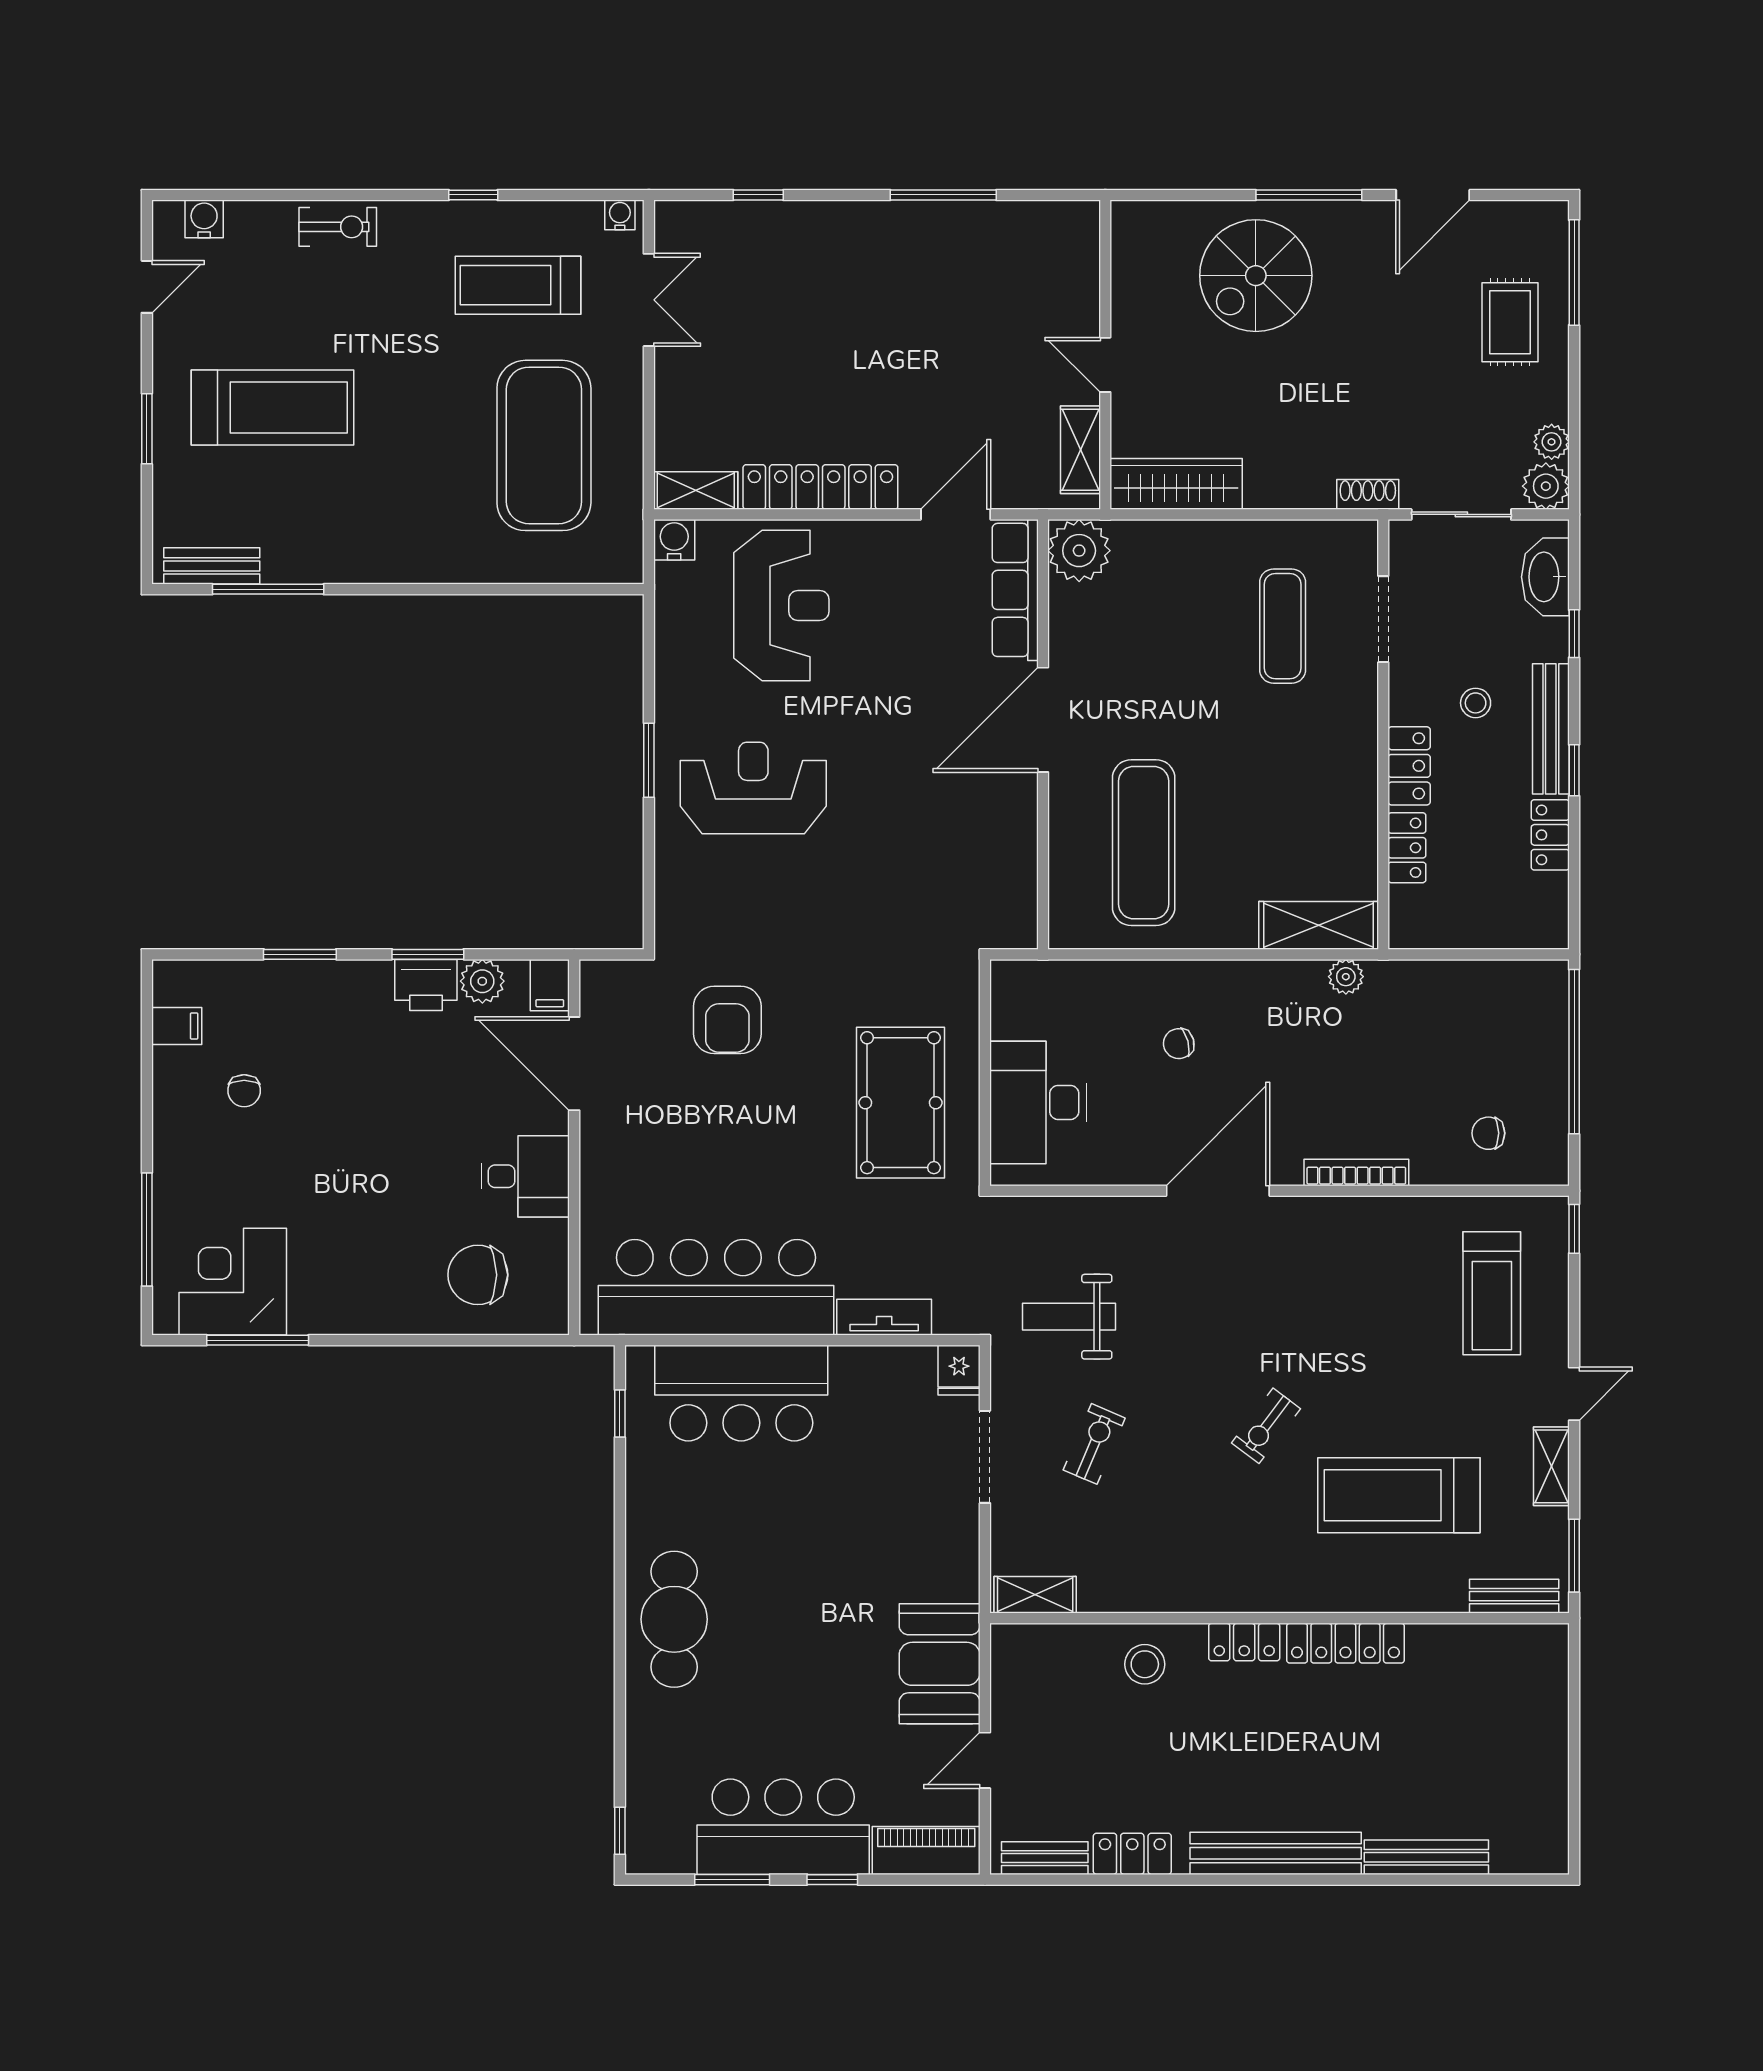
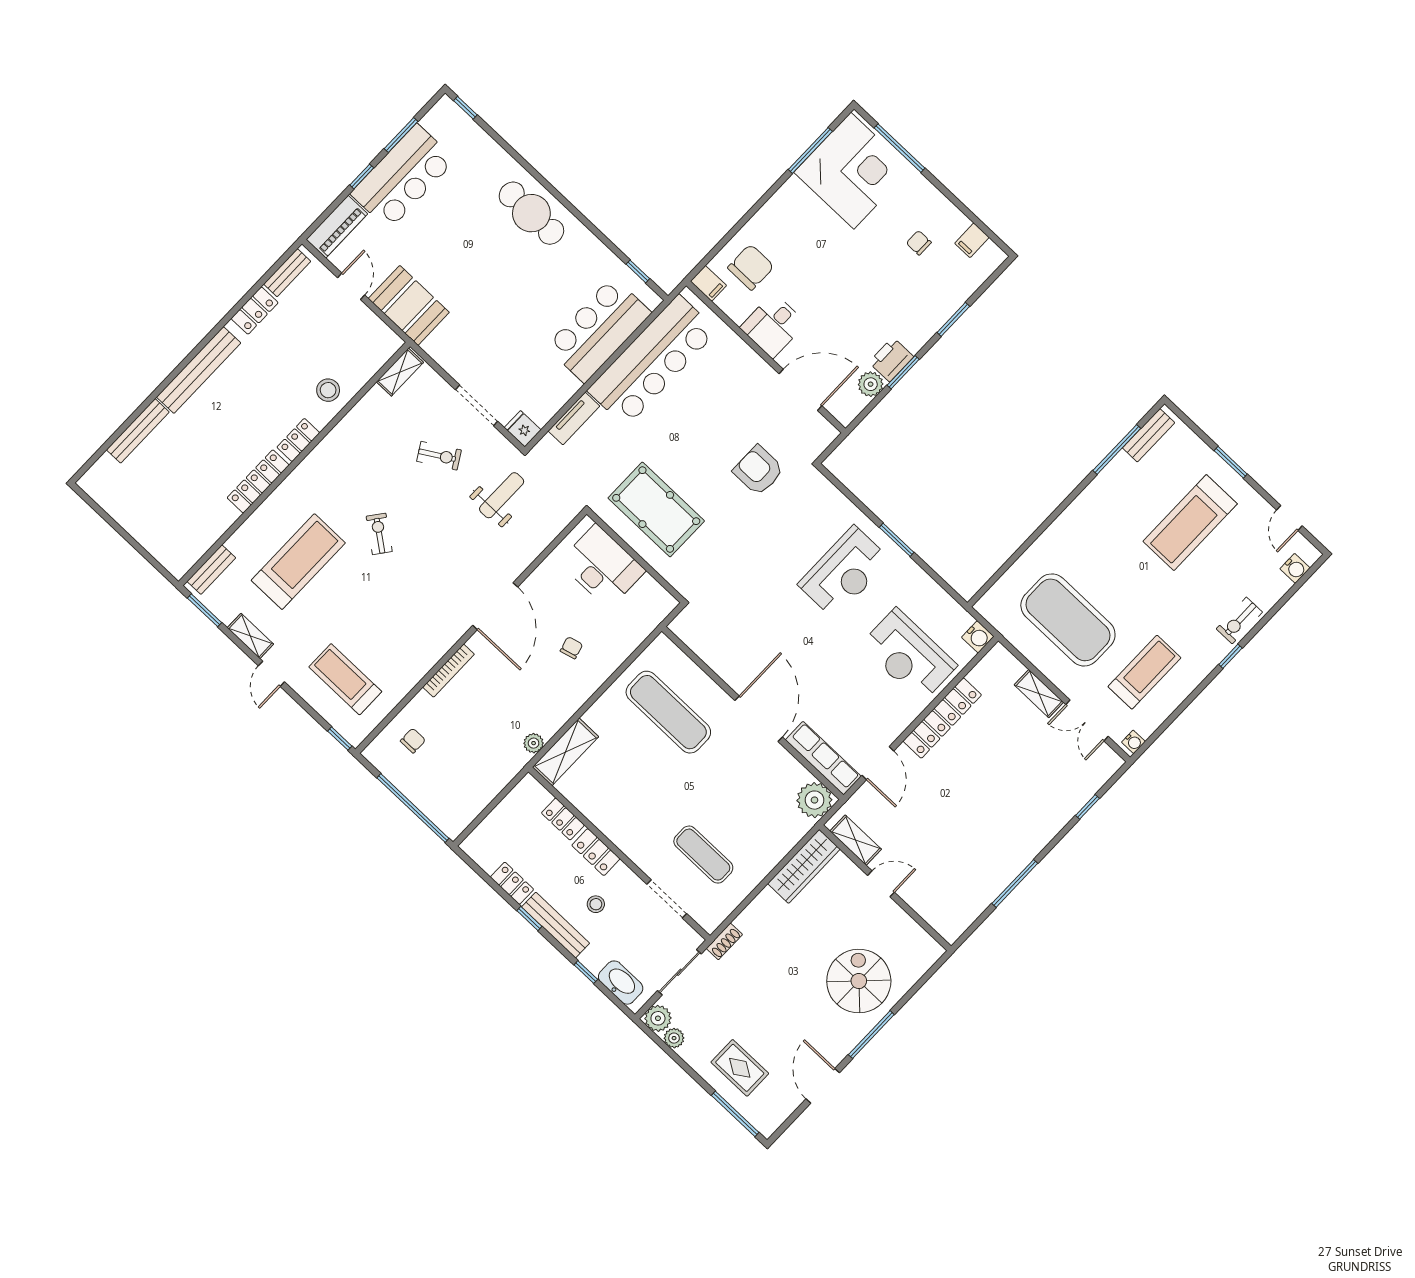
window: (473, 195) -> (1230, 656), moved
shelving: (696, 491) -> (1039, 694), moved, turned 90
filing cabinet: (550, 985) -> (708, 283), moved, turned 180
corner desk: (233, 1282) -> (852, 171), width x1.36, depth x1.36
exercise bike: (1094, 1444) -> (439, 456), turned -54

